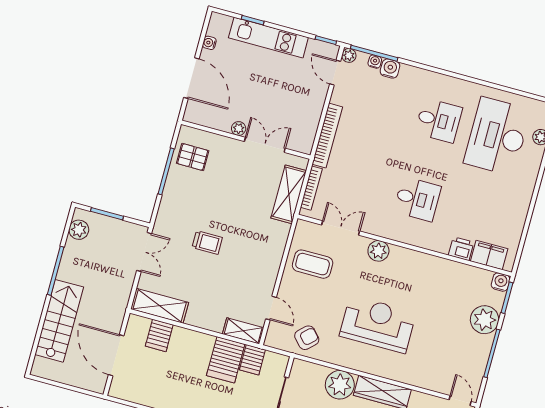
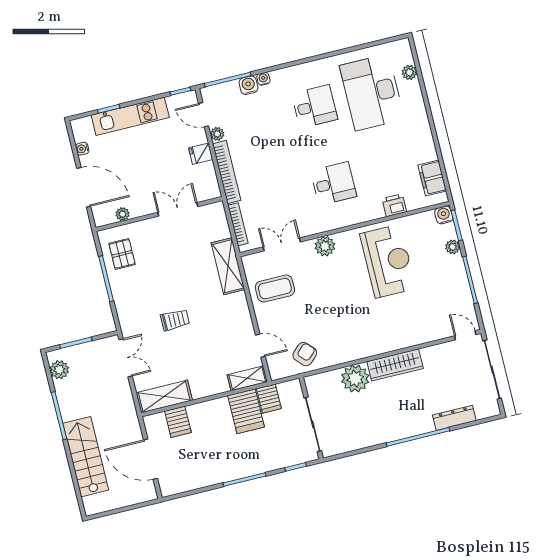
plant: (349, 55) -> (217, 134), moved
water cooler: (375, 62) -> (263, 79), moved
fridge: (313, 106) -> (201, 154), added
plant: (239, 129) -> (122, 214), moved
pallet: (193, 157) -> (122, 254), turned 90
shelving: (289, 194) -> (228, 266), moved
filing cabinet: (489, 255) -> (432, 178), moved, turned -90
plant: (485, 320) -> (453, 247), width x0.53, depth x0.53
reception desk: (378, 324) -> (388, 261), moved, turned 90

